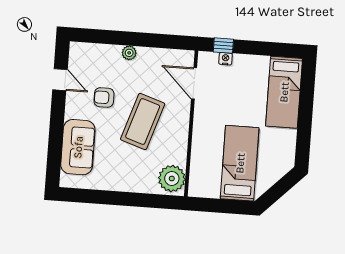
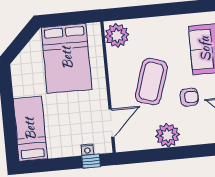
plant: (129, 53) -> (167, 135), width x1.88, depth x1.88
door: (194, 83) -> (111, 123), hinge flipped
bed: (240, 163) -> (67, 58), width x1.50

